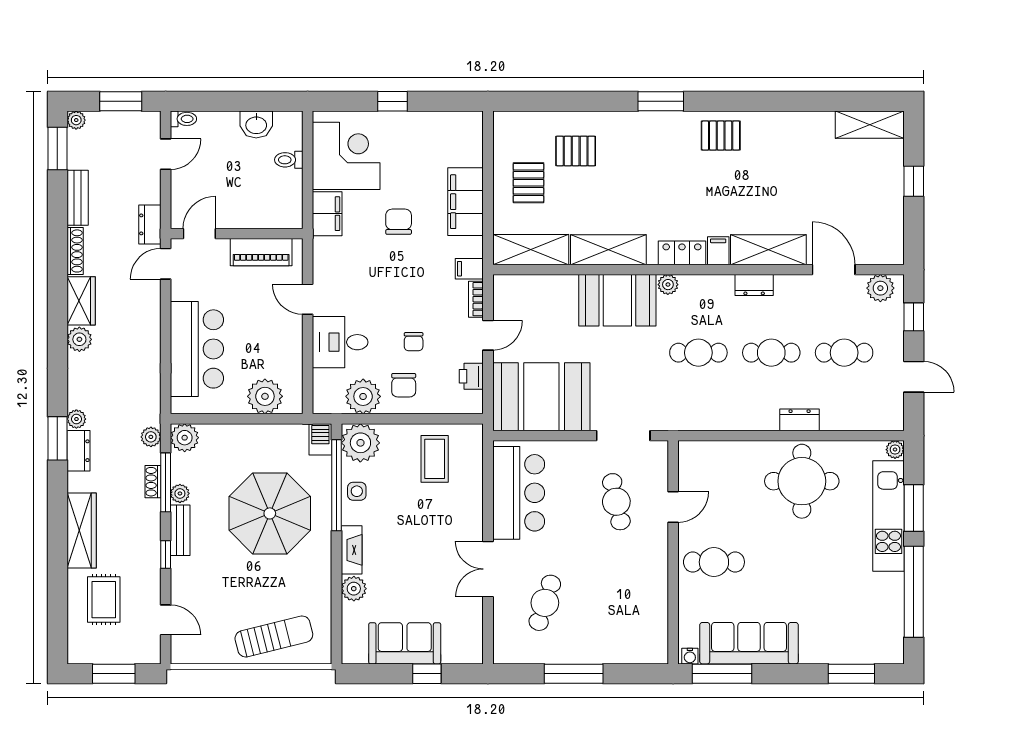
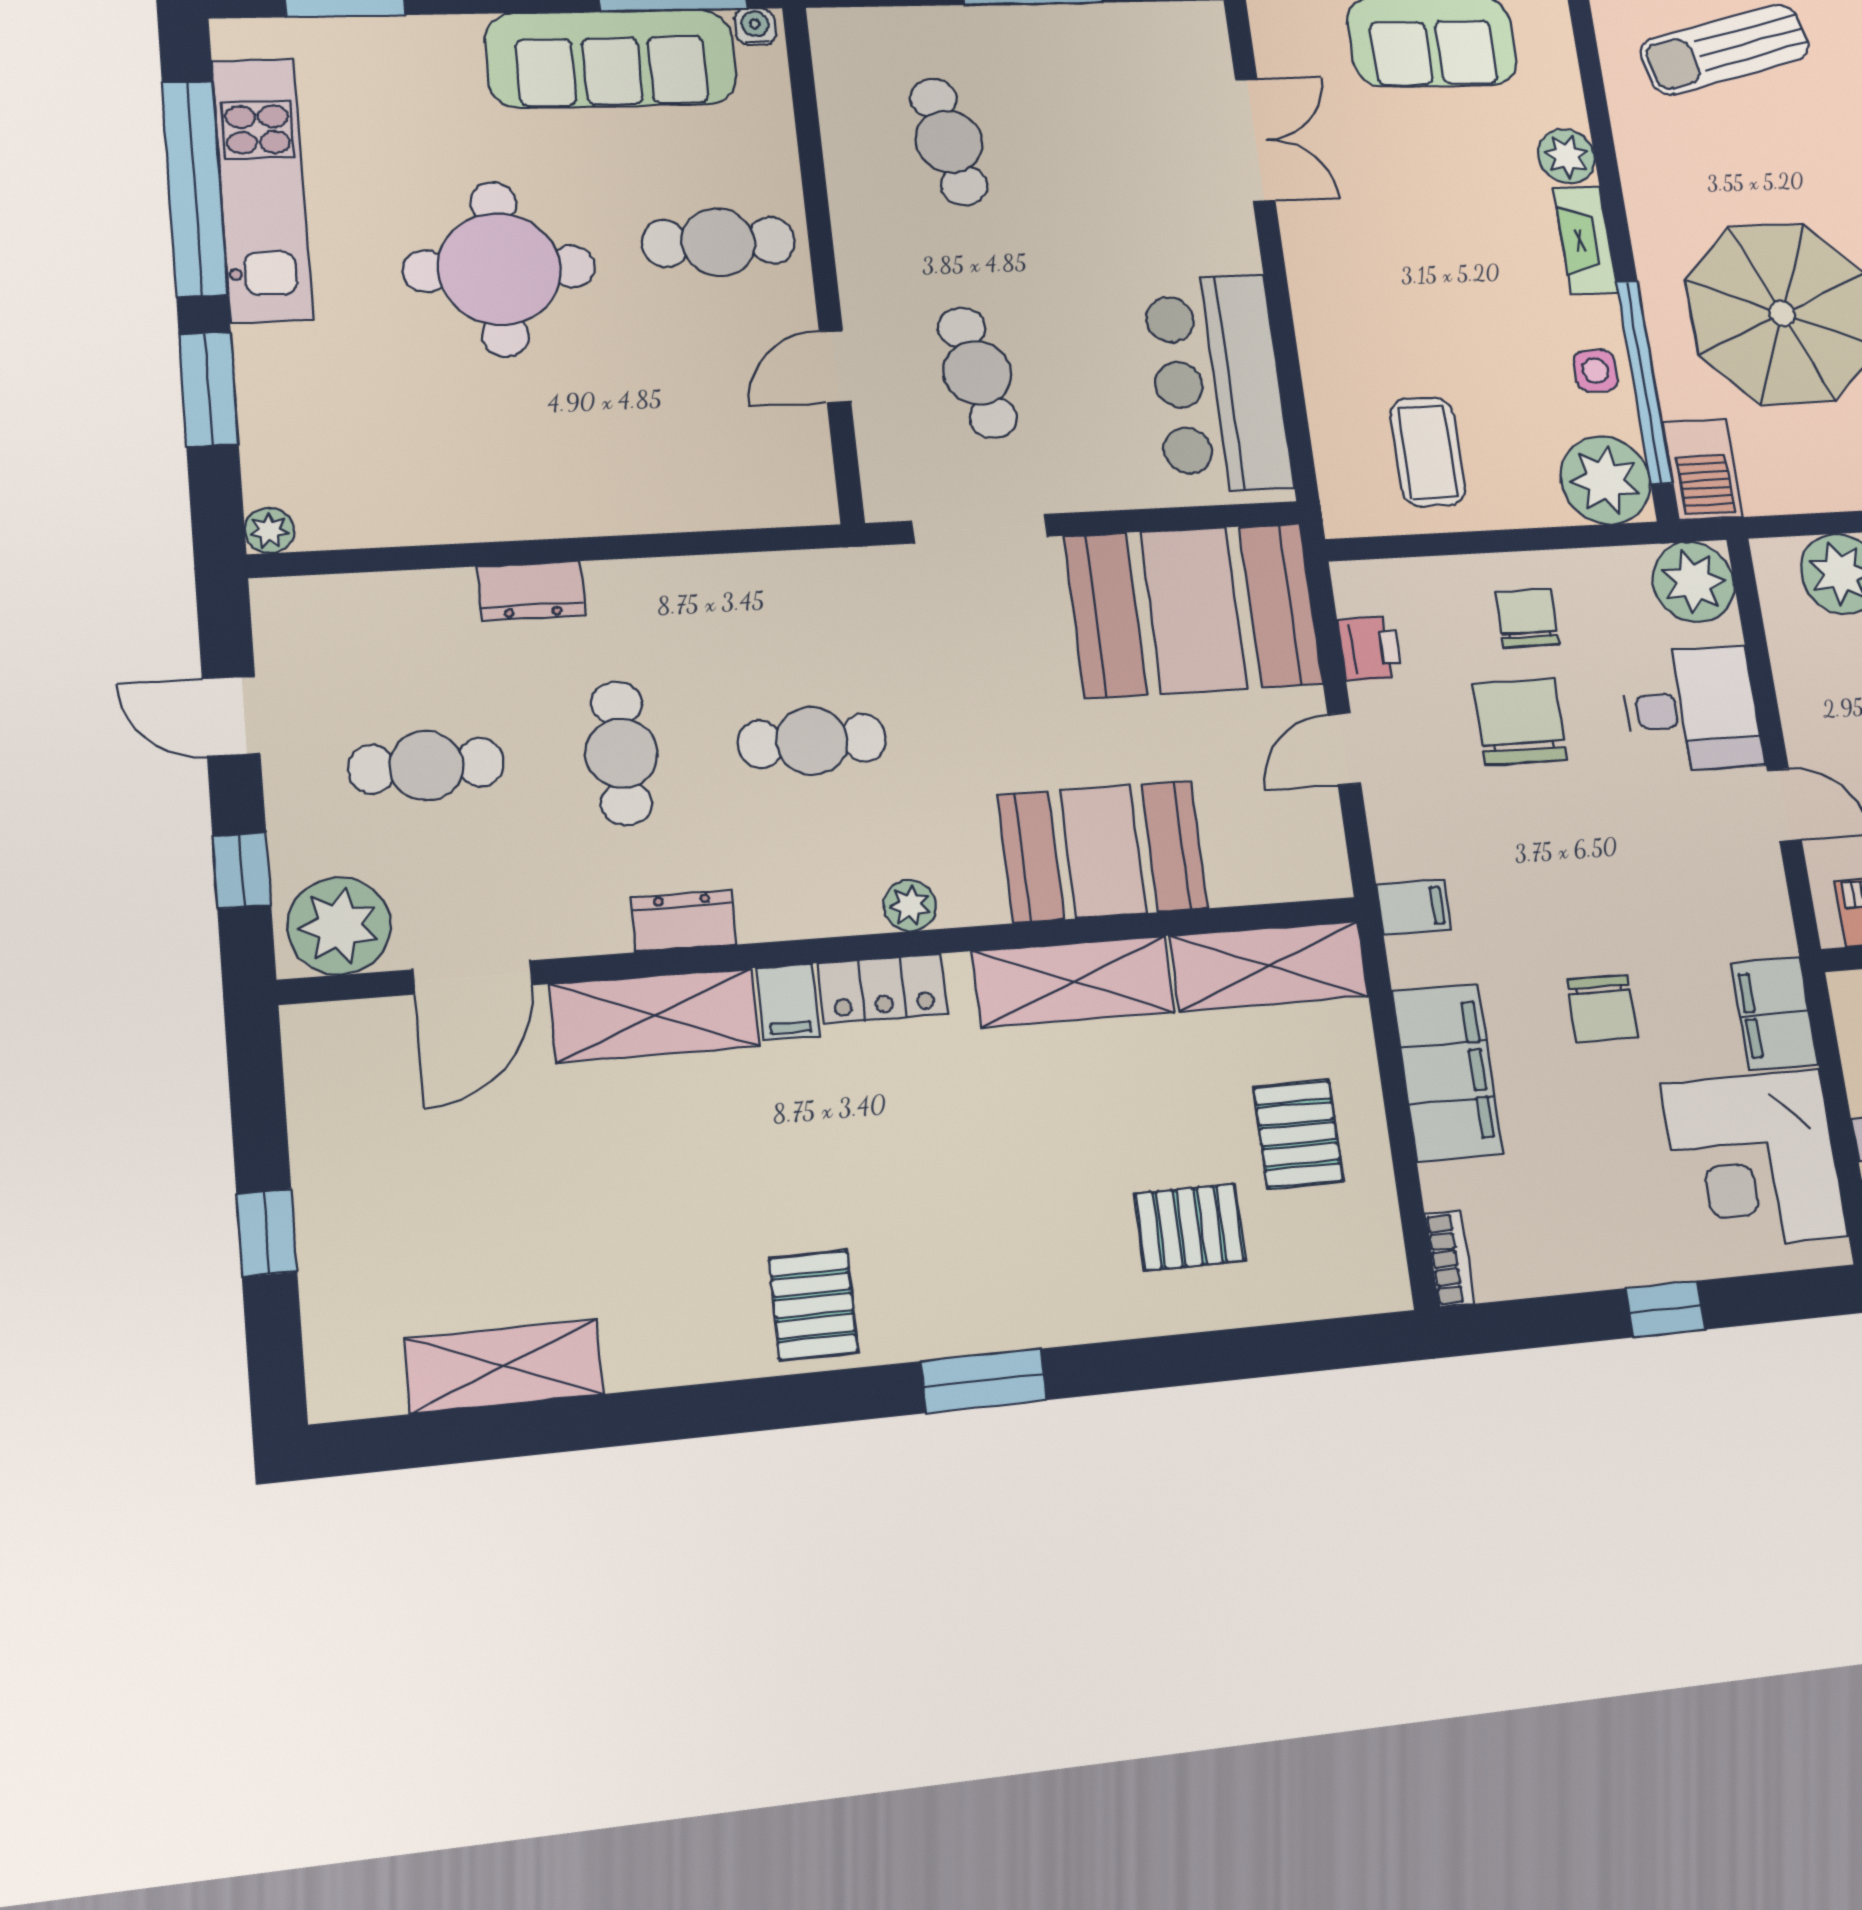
shelving: (870, 125) -> (504, 1366), moved
pallet: (721, 136) -> (813, 1305), turned 90
door: (834, 270) -> (473, 977), hinge flipped
plant: (880, 288) -> (339, 926), width x1.36, depth x1.36
bookcase: (476, 299) -> (1449, 1259), moved
booth: (617, 300) -> (1103, 852), moved
chair: (414, 342) -> (1520, 722), width x1.87, depth x1.87
cafe table: (771, 353) -> (621, 753), turned 90
plant: (363, 396) -> (1694, 582), moved
barbecue: (320, 439) -> (1703, 470), width x1.38, depth x1.27
round table: (802, 481) -> (499, 269), moved
kitchen unit: (888, 516) -> (262, 189), moved
double door: (488, 569) -> (1255, 140), moved
cafe table: (545, 603) -> (949, 142), moved, turned -30

